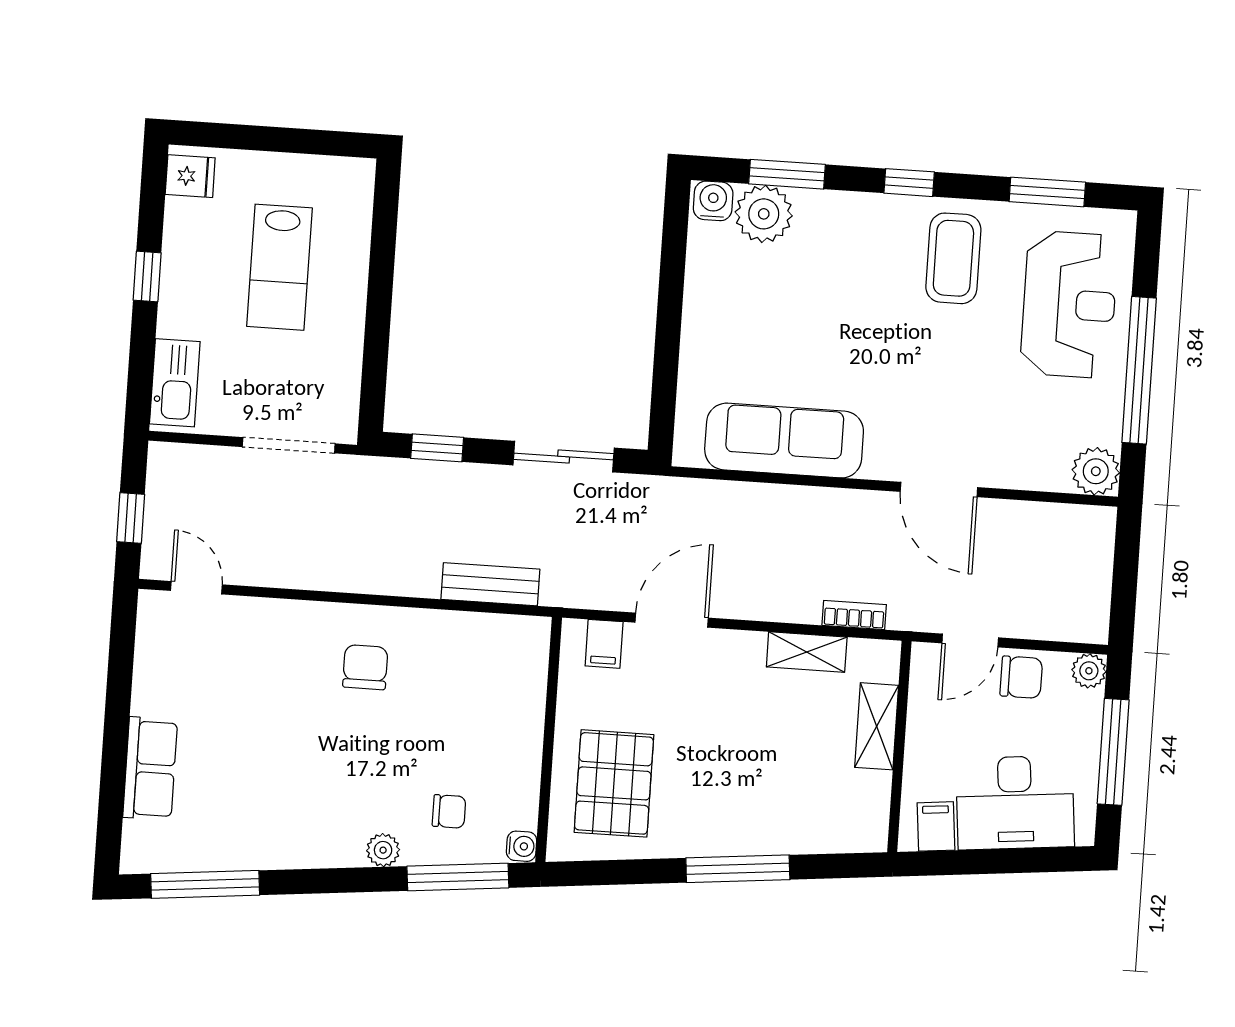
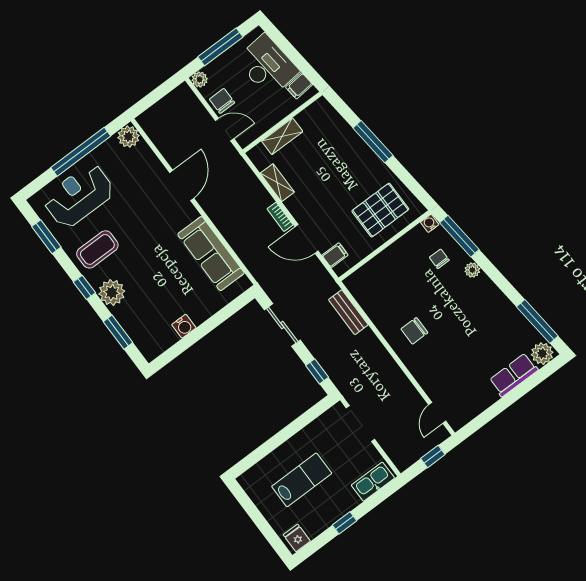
water cooler: (713, 201) -> (184, 326), moved, turned -90
plant: (764, 214) -> (112, 293), moved
bookcase: (854, 615) -> (280, 217), moved
plant: (145, 846) -> (542, 354), added

